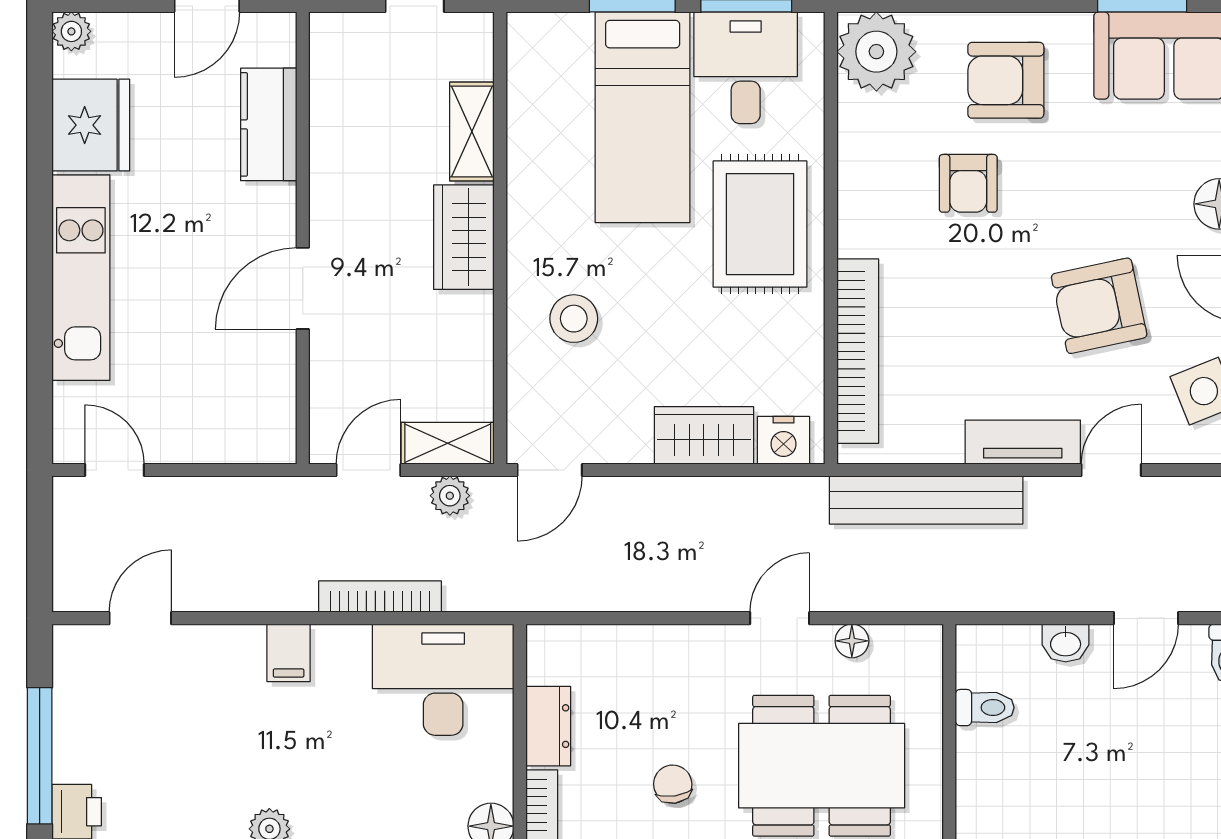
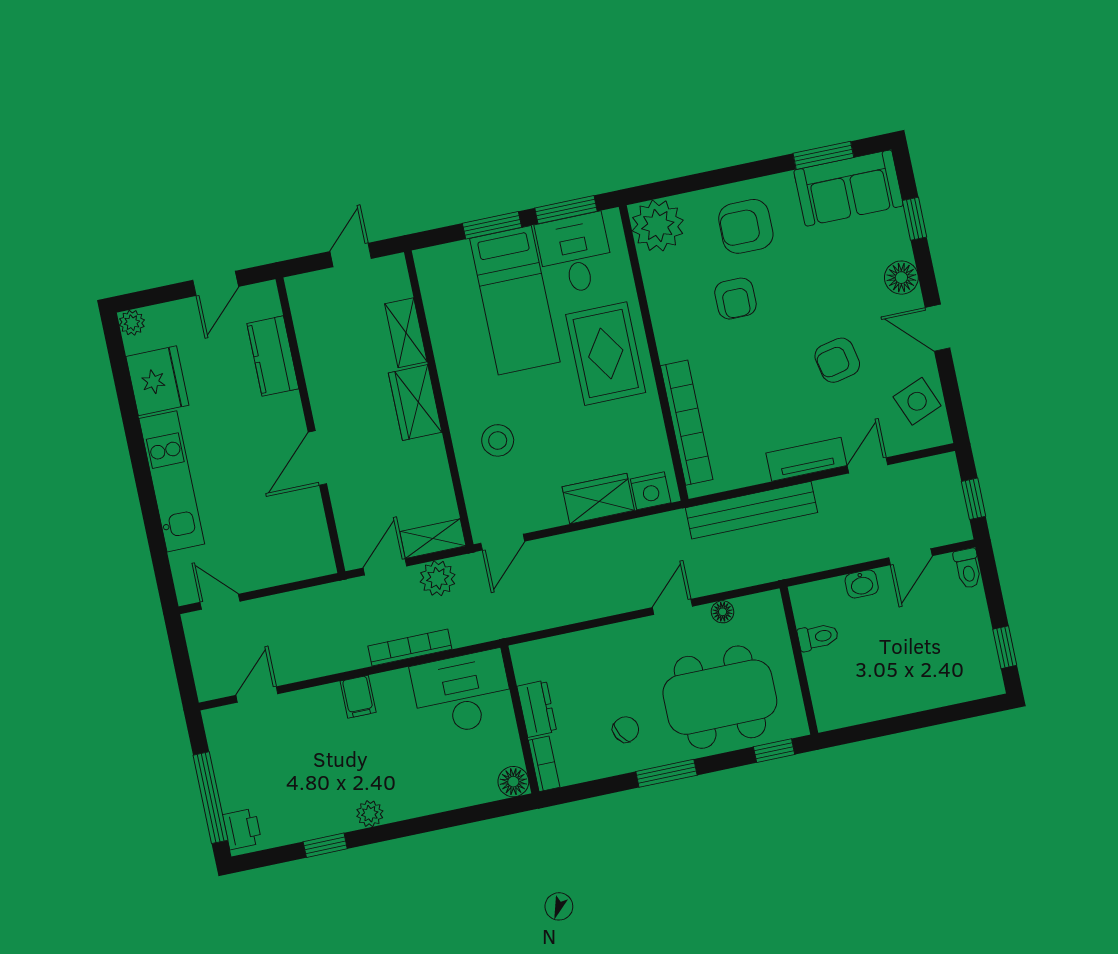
armchair: (1099, 306) -> (837, 360), width x0.72, depth x0.72
plant: (450, 496) -> (438, 578), width x1.38, depth x1.38
chair: (673, 784) -> (626, 729), turned 68

